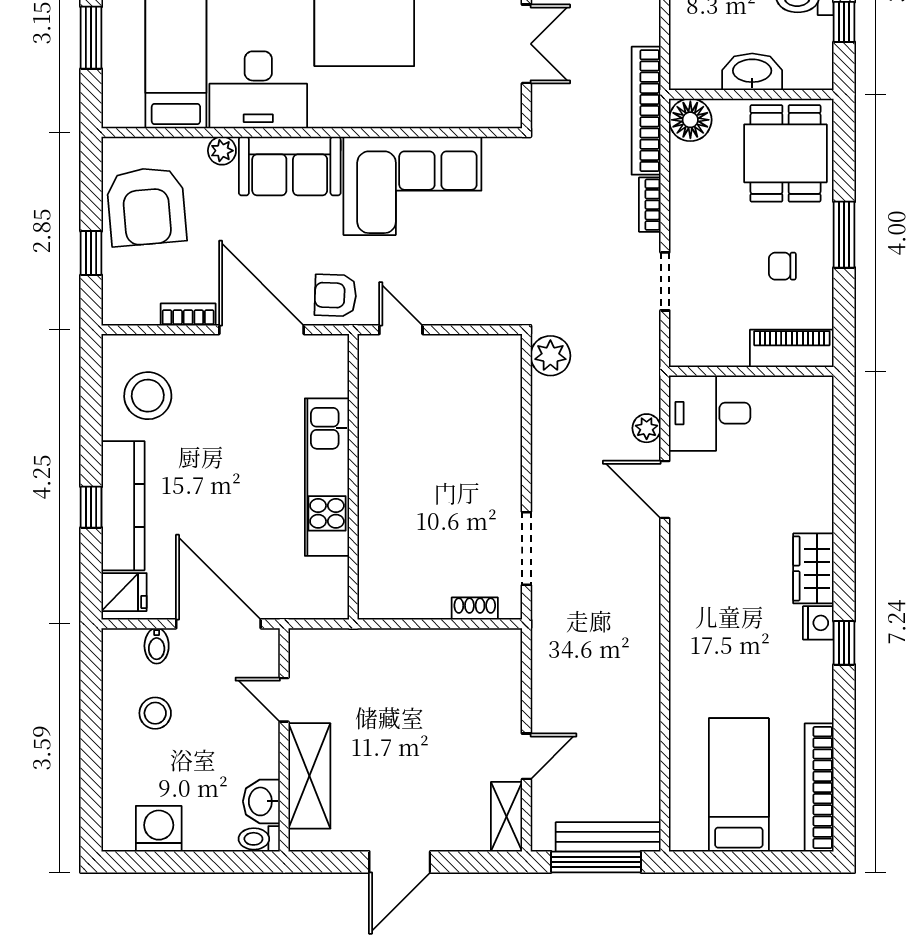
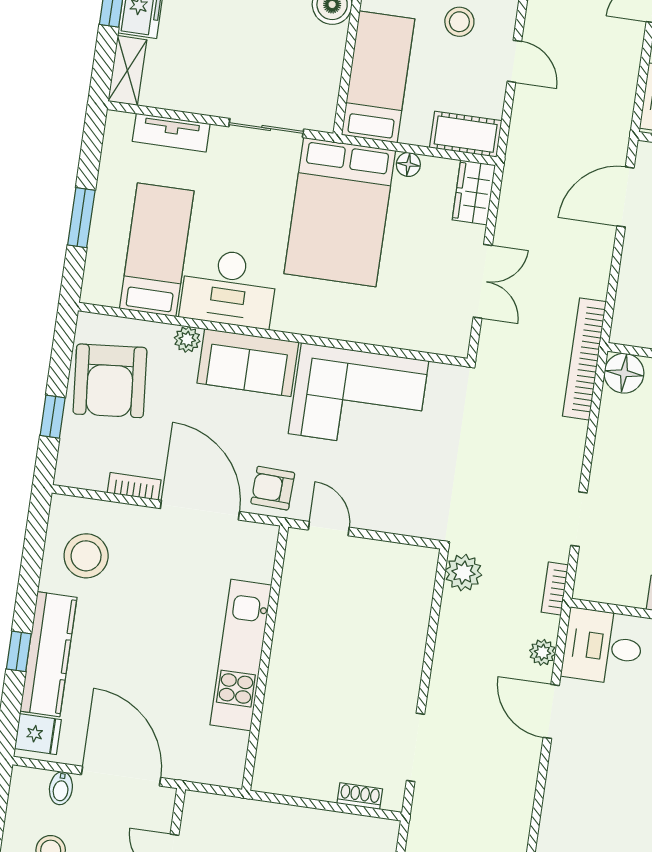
bookcase: (650, 205) -> (555, 588), moved

